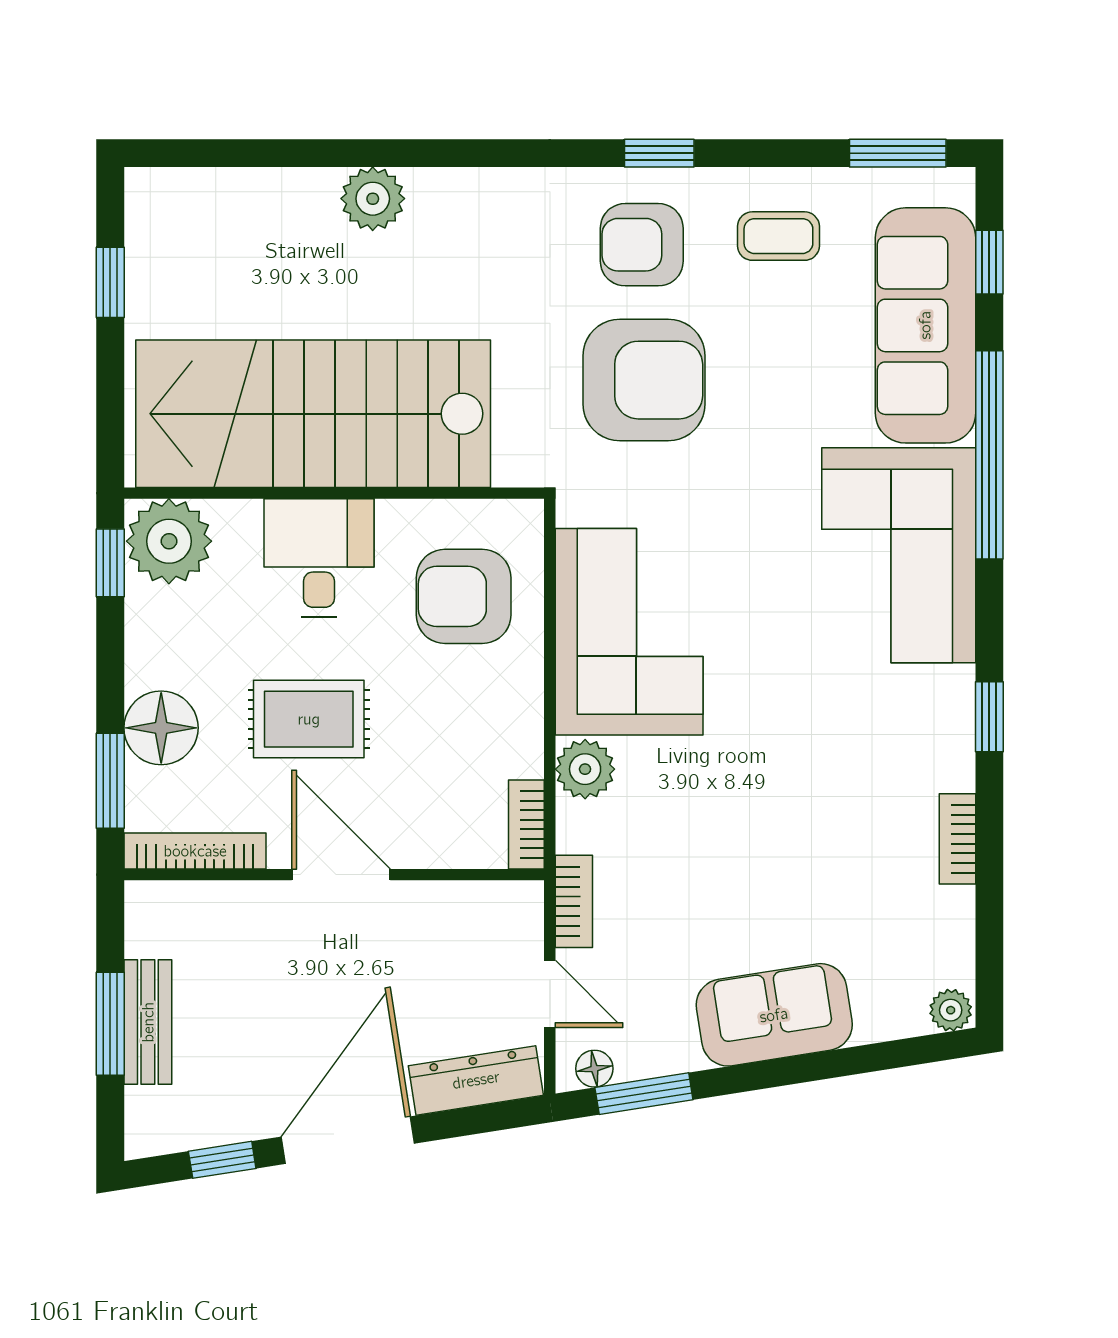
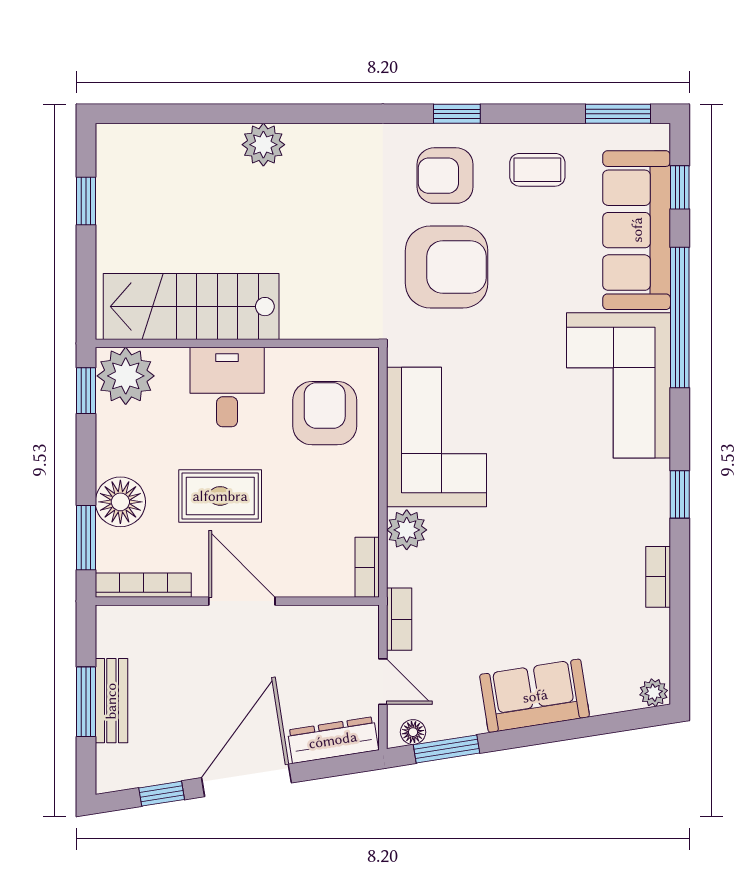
stairs: (313, 414) -> (191, 307), width x0.73, depth x0.66
armchair: (464, 596) -> (325, 413), turned 90

